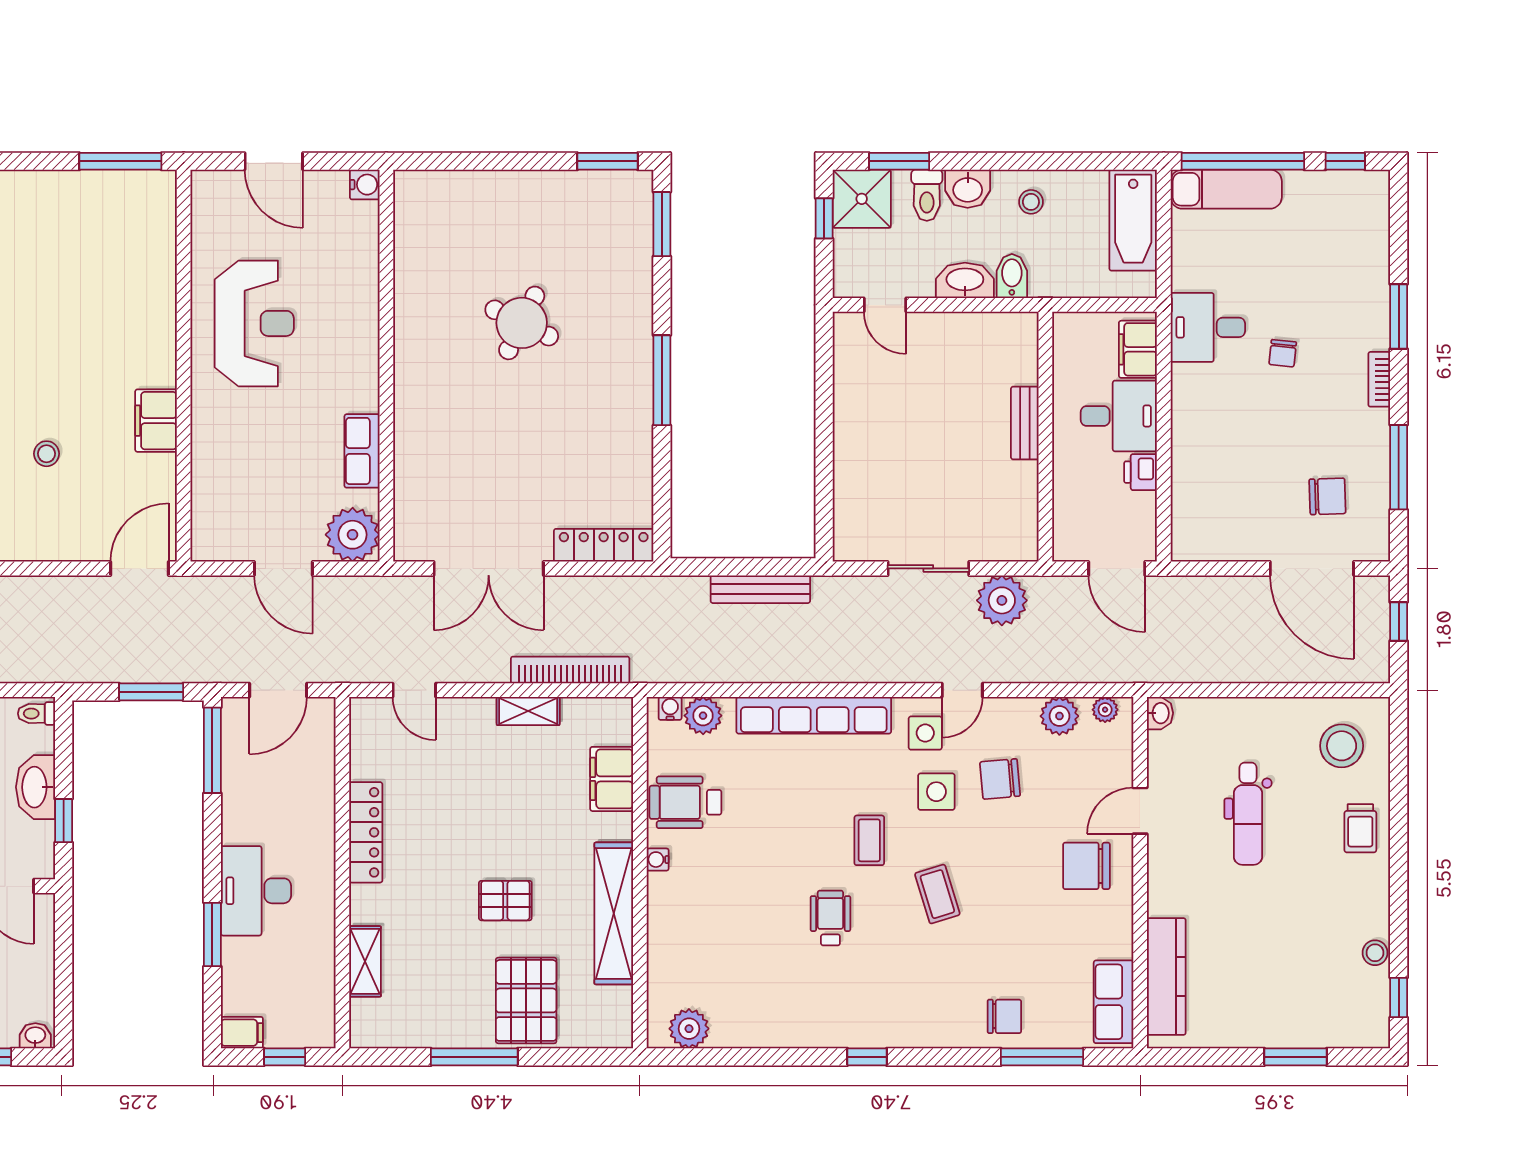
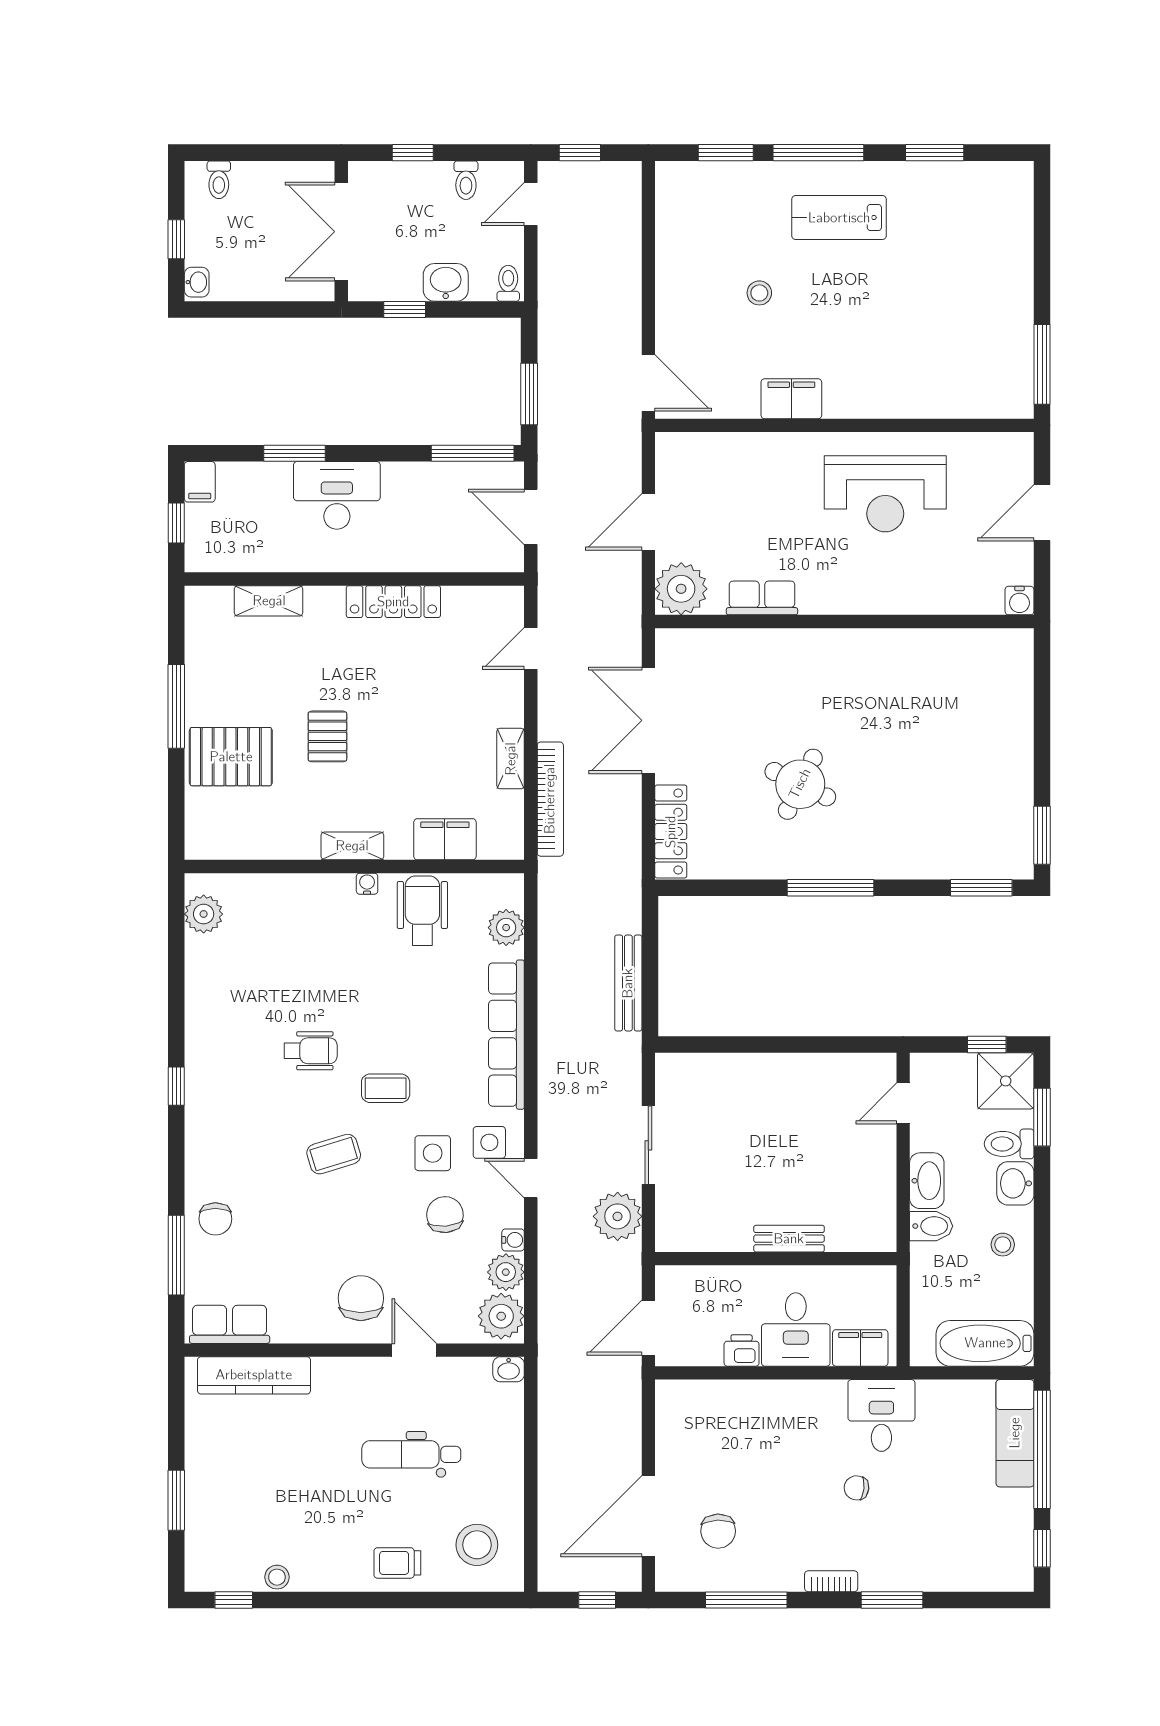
round table: (522, 323) -> (800, 784), moved
water cooler: (670, 708) -> (513, 1240), moved
plant: (1105, 710) -> (501, 1316), width x1.88, depth x1.88
washbasin: (36, 787) -> (446, 282), width x0.72
shelving: (614, 913) -> (352, 846), width x0.45, depth x0.75

